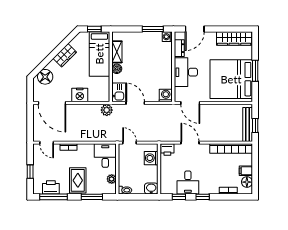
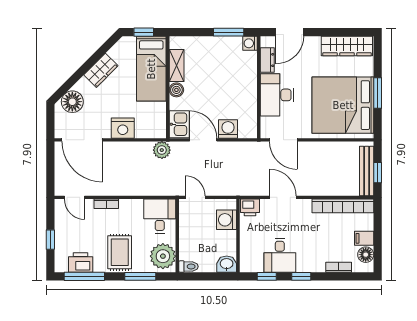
washing machine: (166, 96) -> (228, 129), moved
plant: (112, 179) -> (163, 256), width x1.88, depth x1.88

